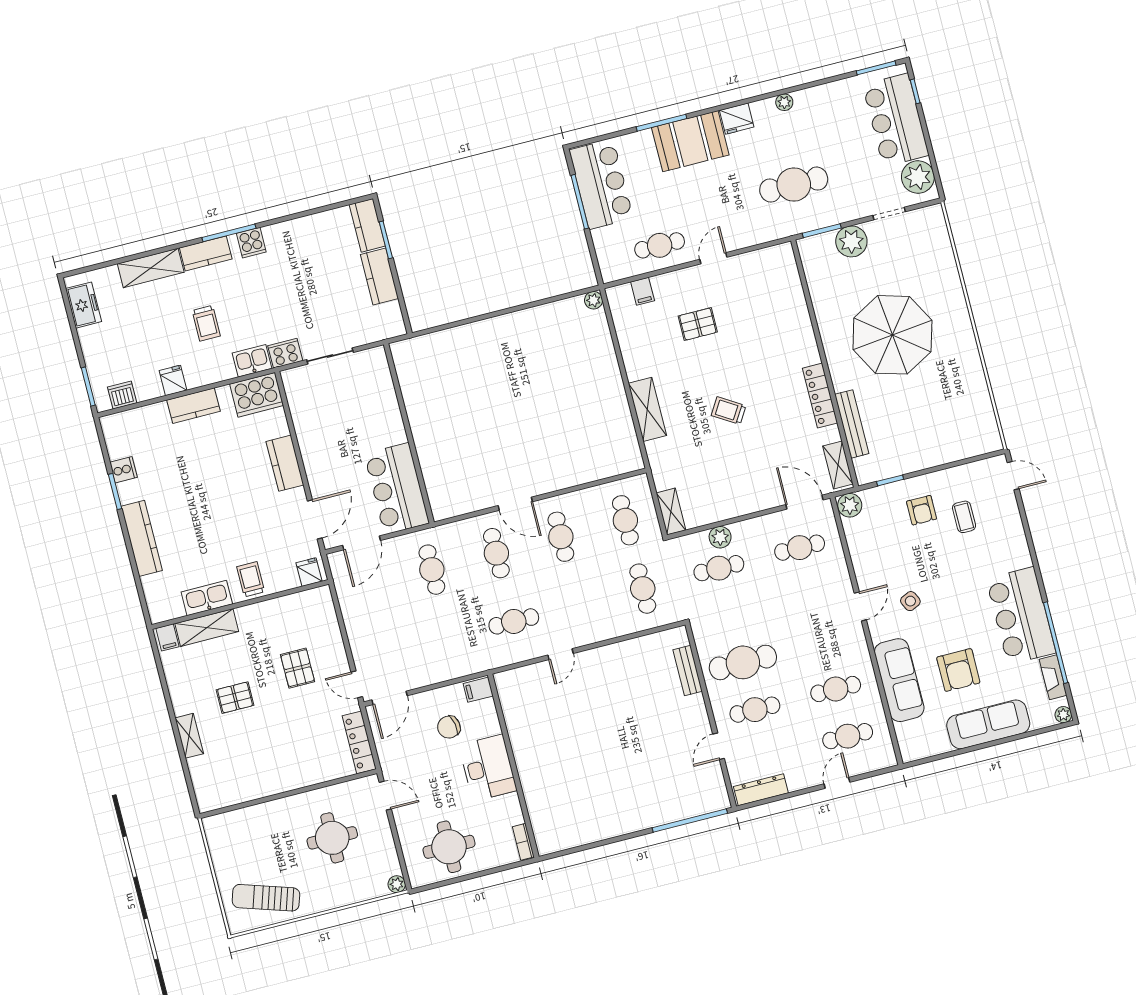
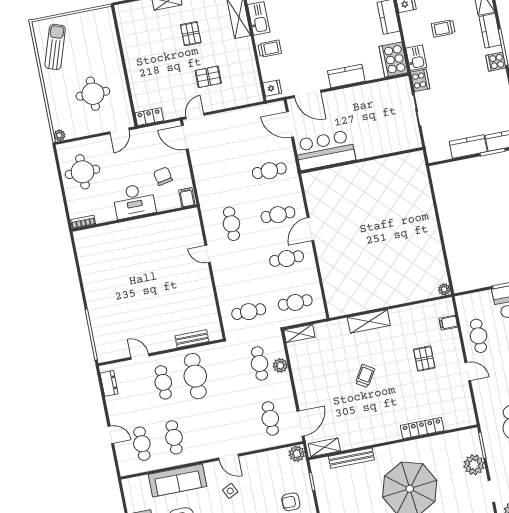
locker: (820, 396) -> (422, 428), moved
locker: (359, 742) -> (149, 117), width x0.66
dresser: (761, 790) -> (109, 383), width x0.70

